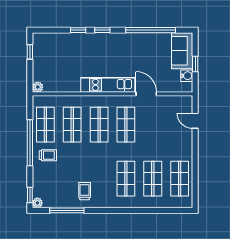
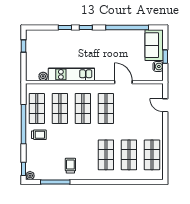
kitchen unit: (108, 85) -> (71, 74), moved
plant: (38, 87) -> (43, 76), moved

